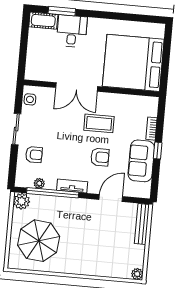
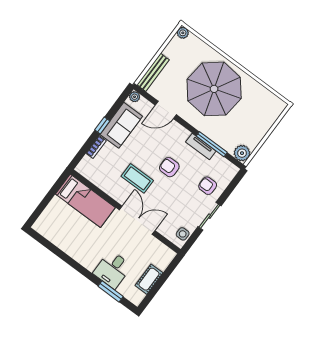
cot: (43, 21) -> (149, 279), moved, turned 90
bed: (133, 63) -> (85, 201), width x0.49
armchair: (100, 157) -> (169, 167), moved
plant: (39, 183) -> (135, 97), moved
tv unit: (72, 186) -> (201, 147), moved
window: (53, 193) -> (212, 144), width x0.68
parasol: (39, 241) -> (214, 89), moved, width x1.36, depth x1.36

